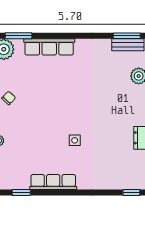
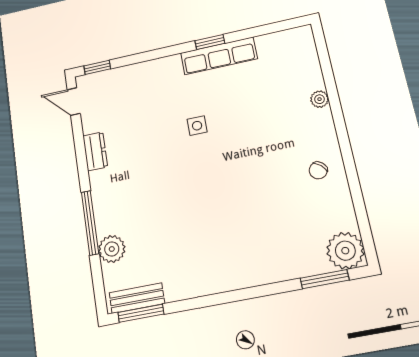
row of seats: (49, 47) -> (268, 270), removed
window: (21, 192) -> (210, 42), moved

